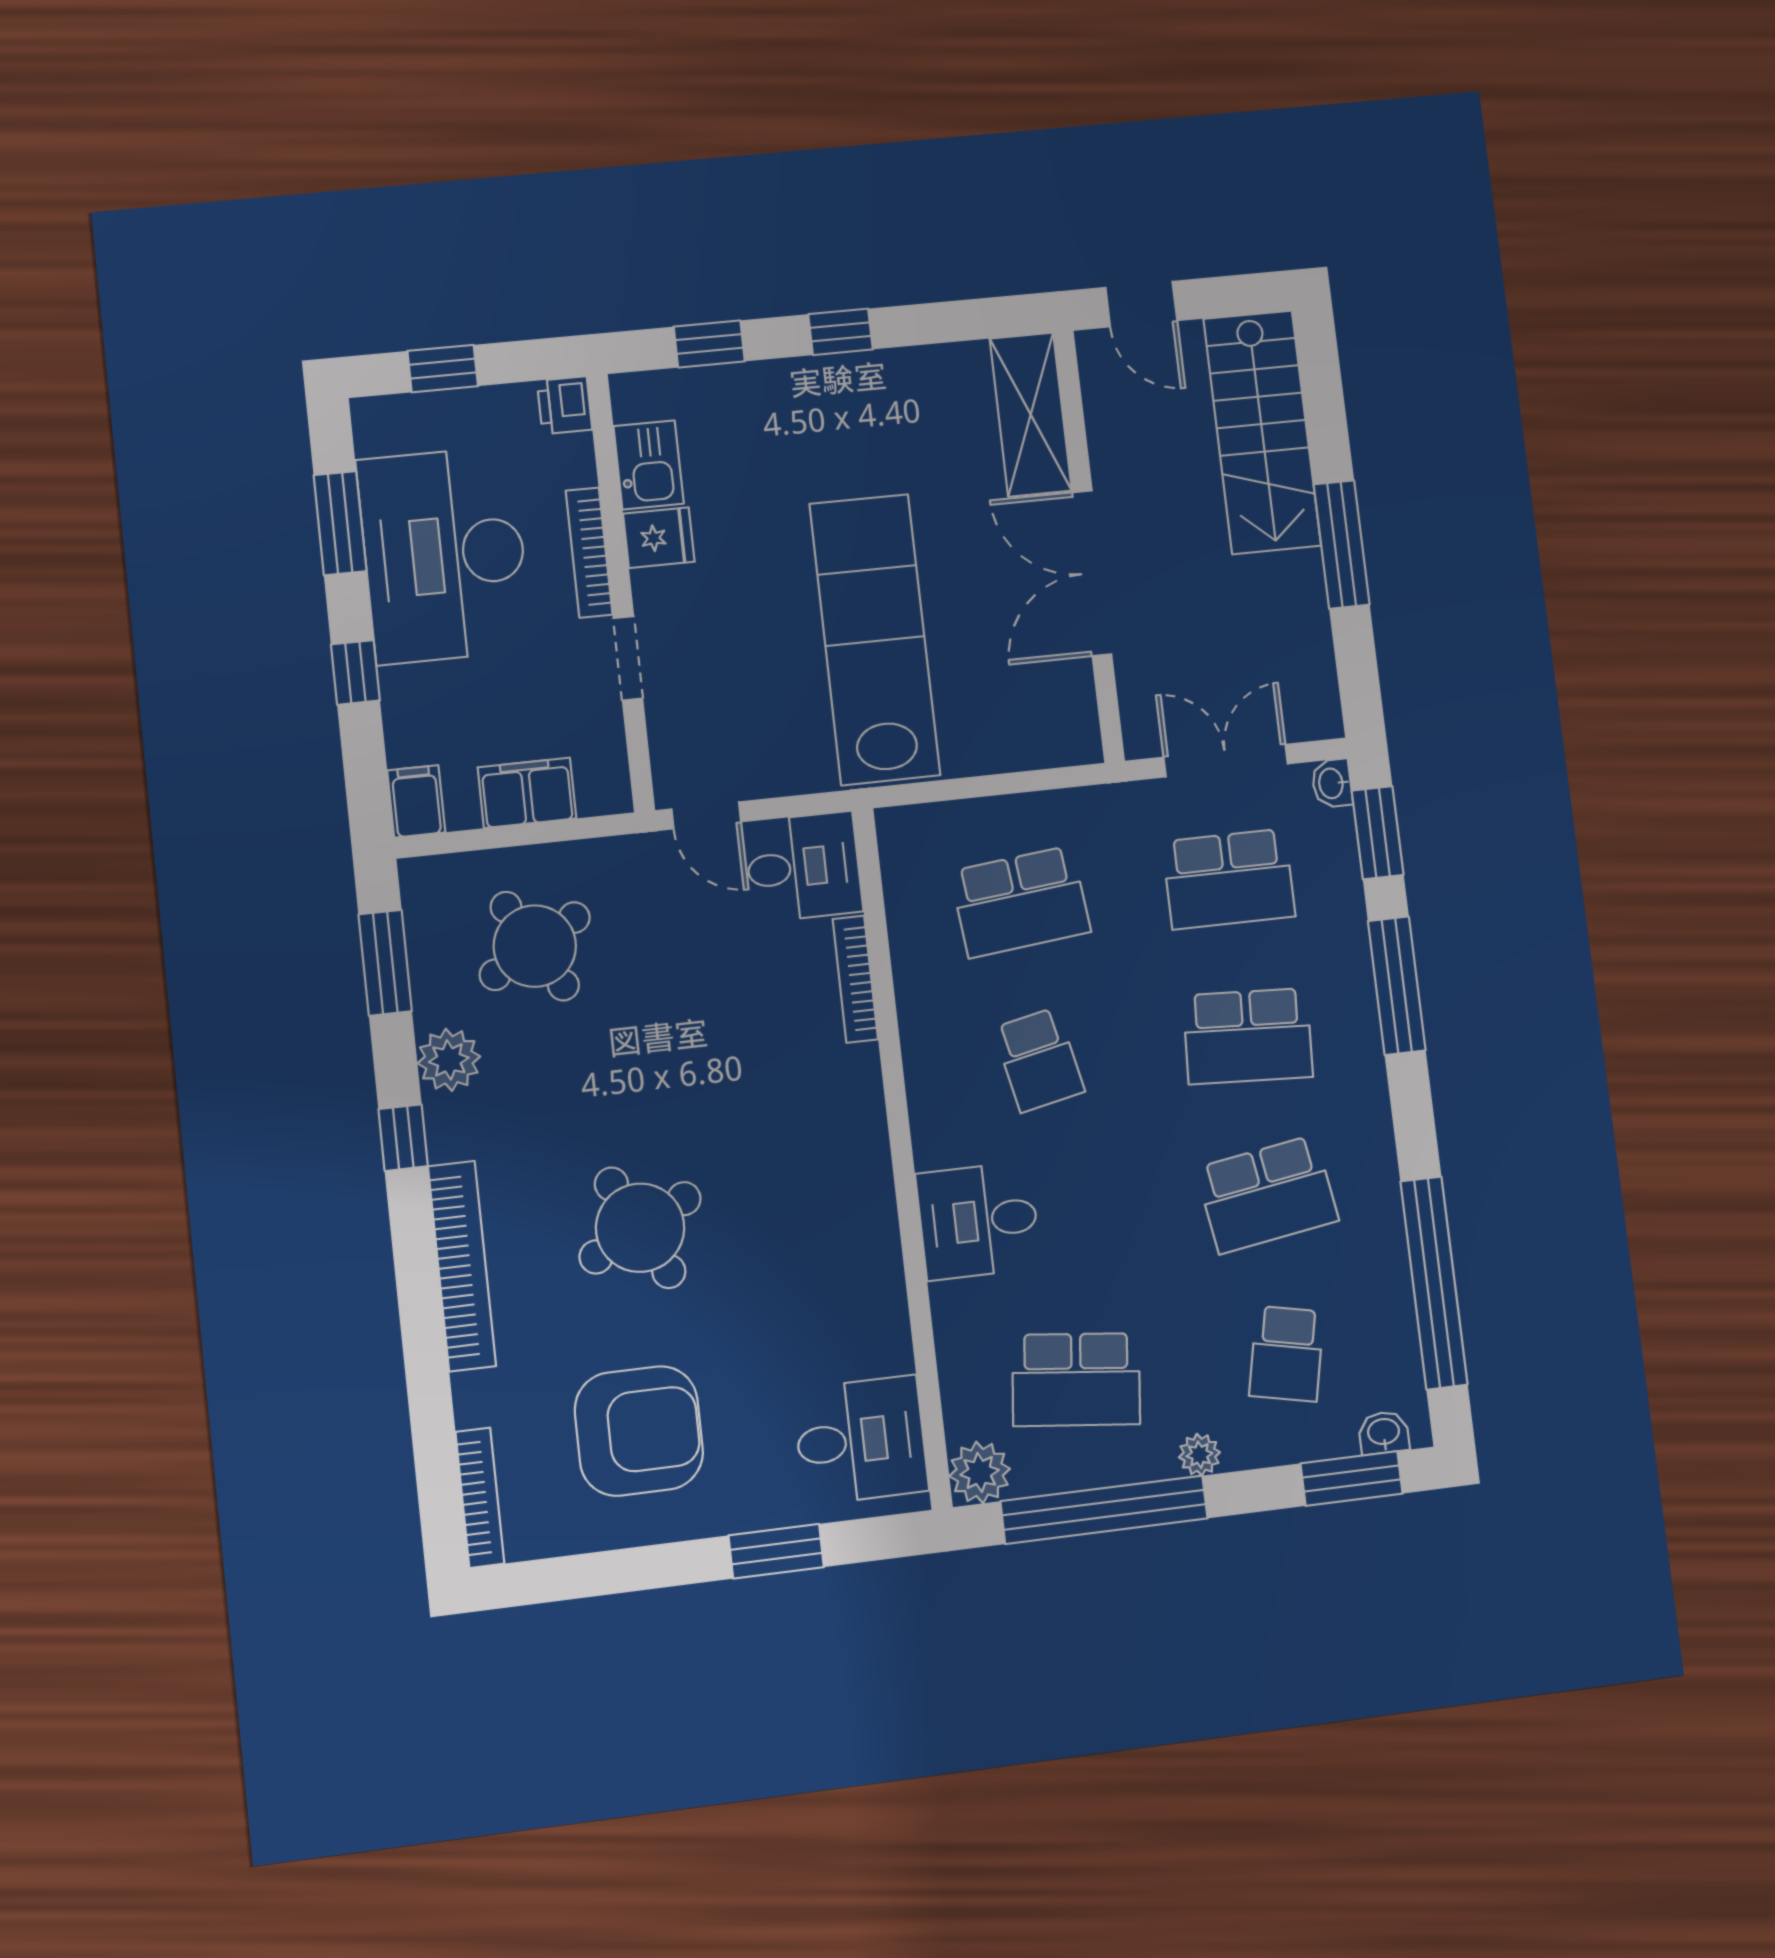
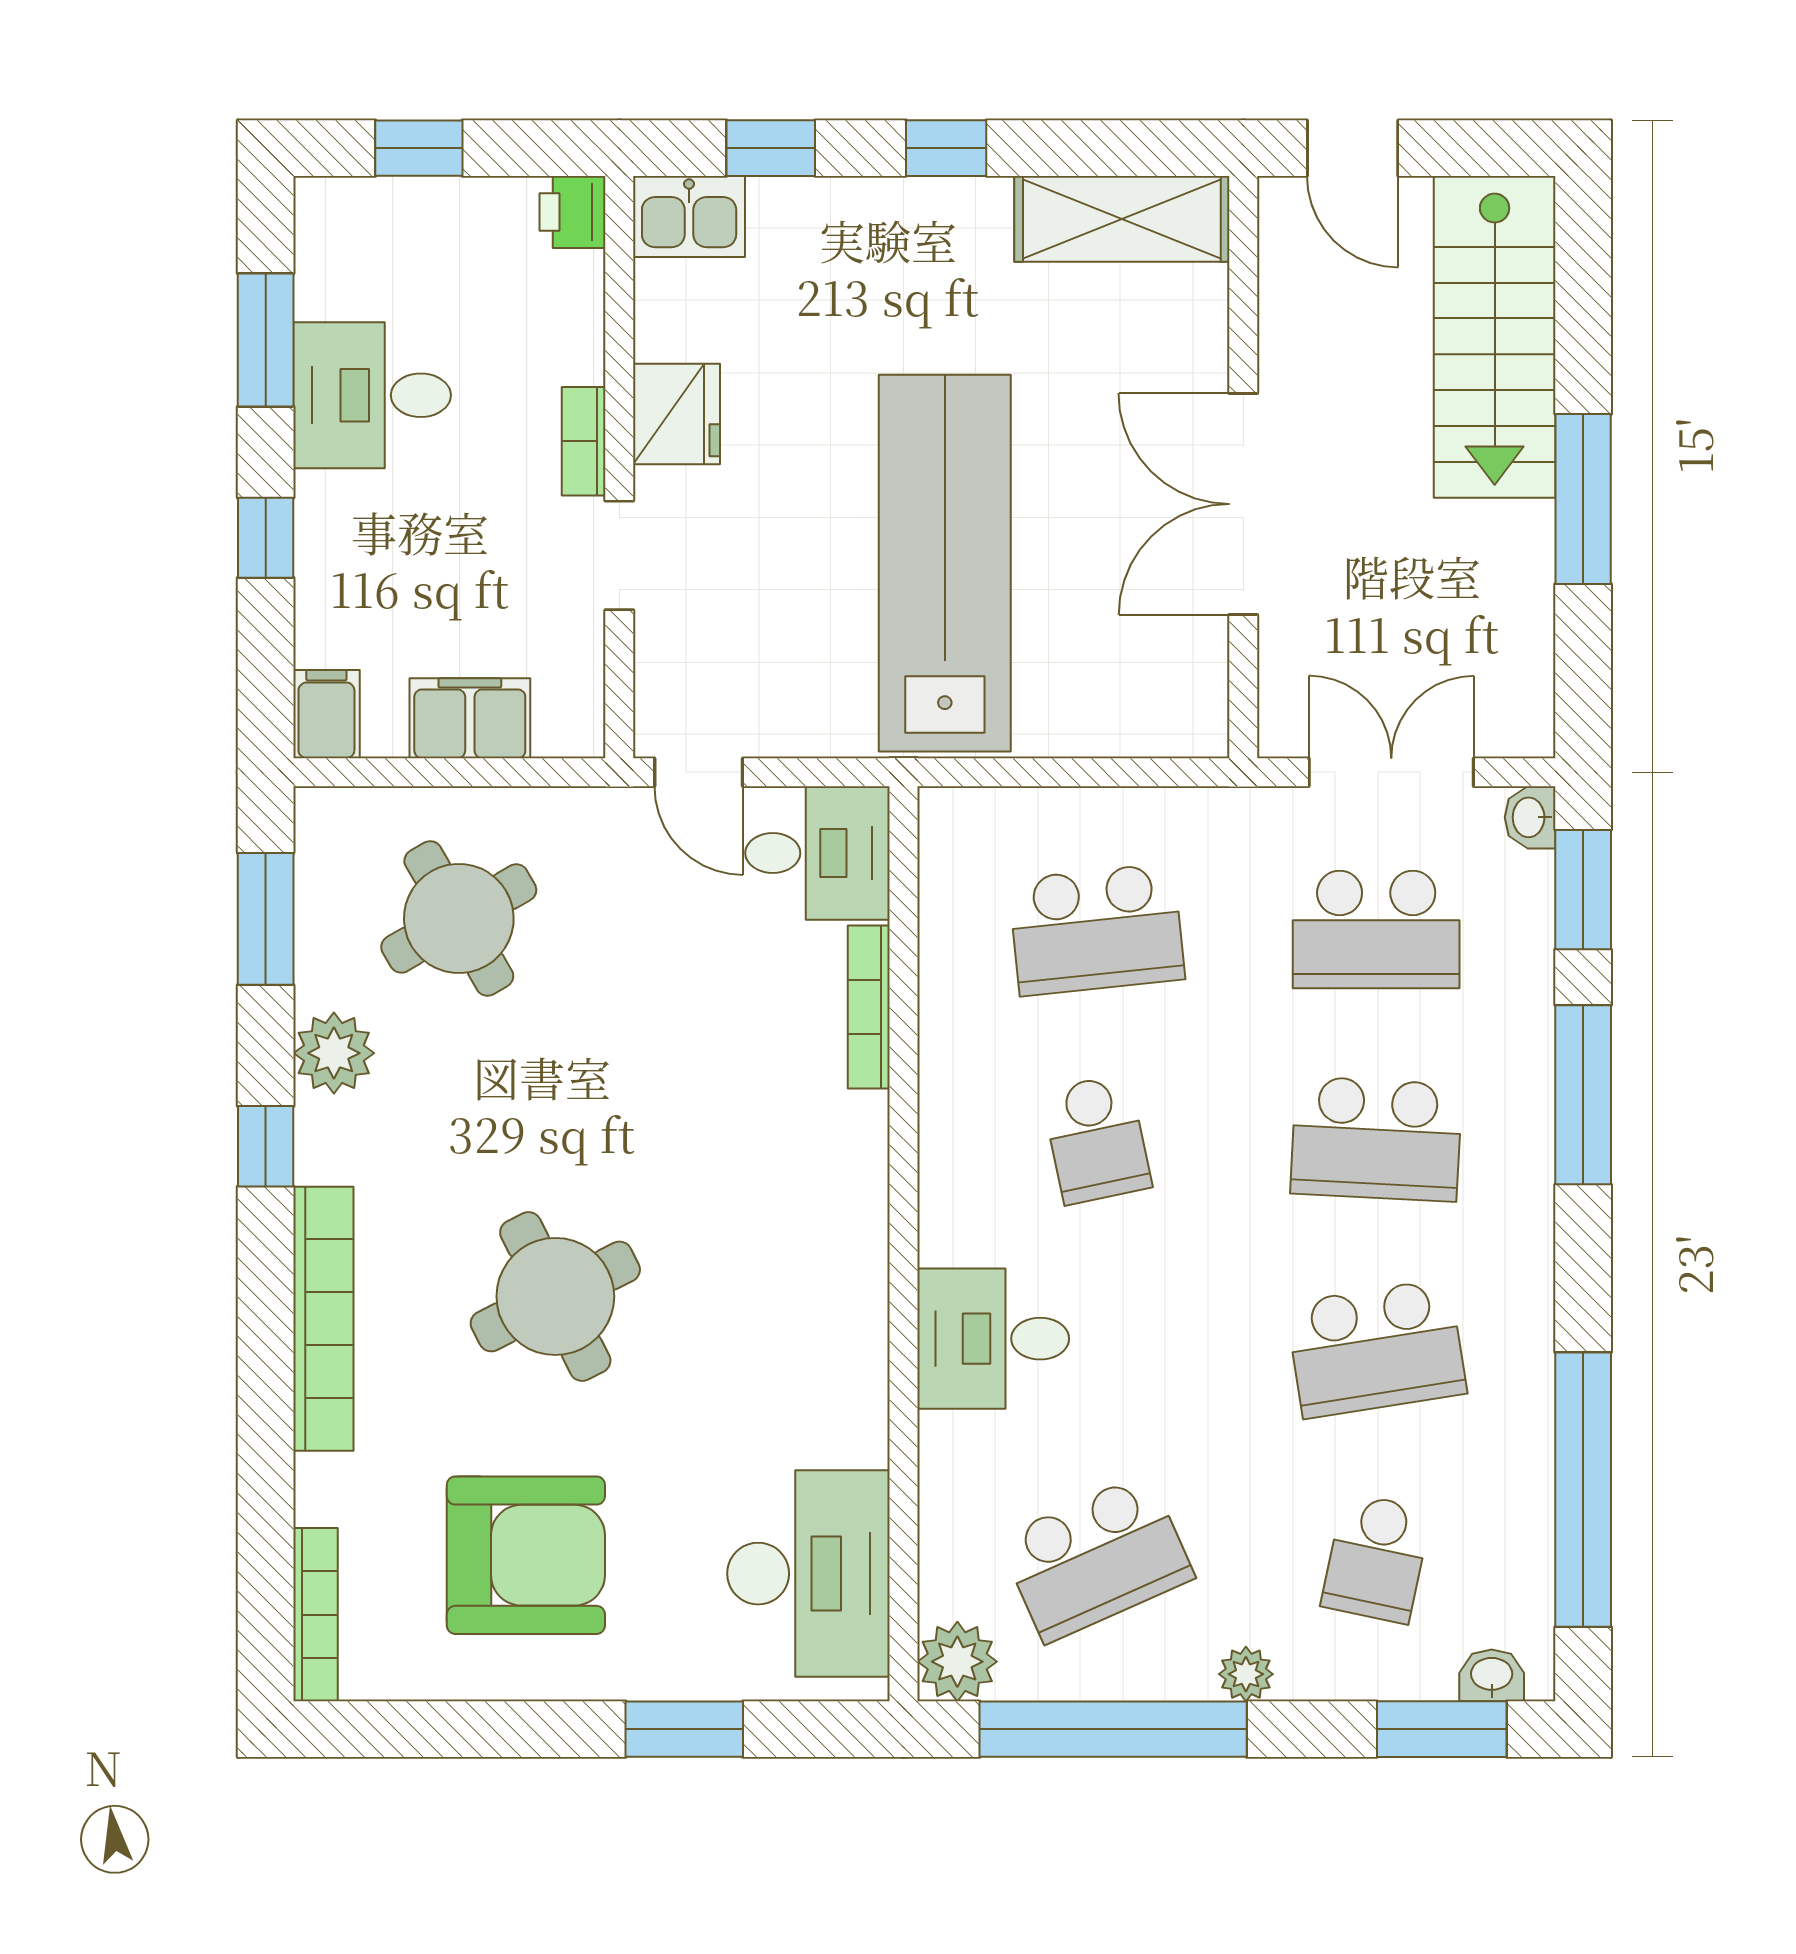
shelving: (1031, 415) -> (1122, 219), moved, turned 90
kitchen sink: (649, 465) -> (689, 216), moved, turned 90
fridge: (659, 538) -> (677, 414), width x1.38
bookcase: (589, 553) -> (584, 441), width x0.64
desk: (444, 555) -> (372, 395), width x0.53, depth x0.77
school desk: (1076, 1380) -> (1096, 1558), turned -30
desk: (861, 1440) -> (808, 1574), width x1.37

